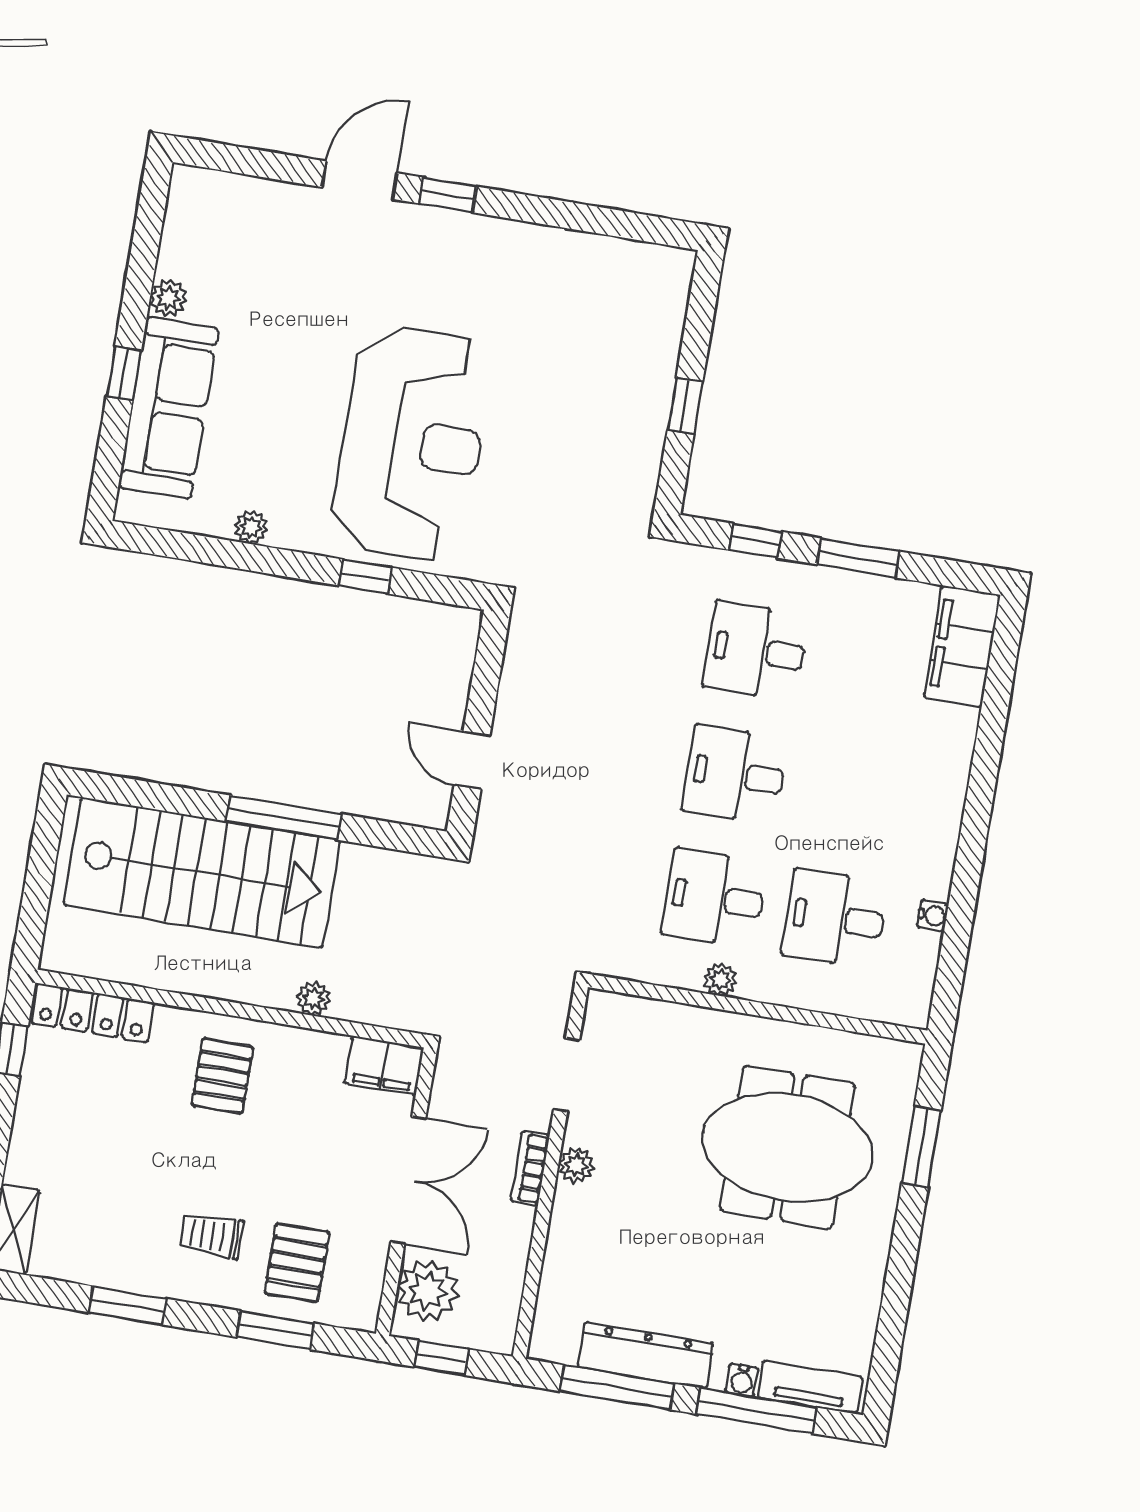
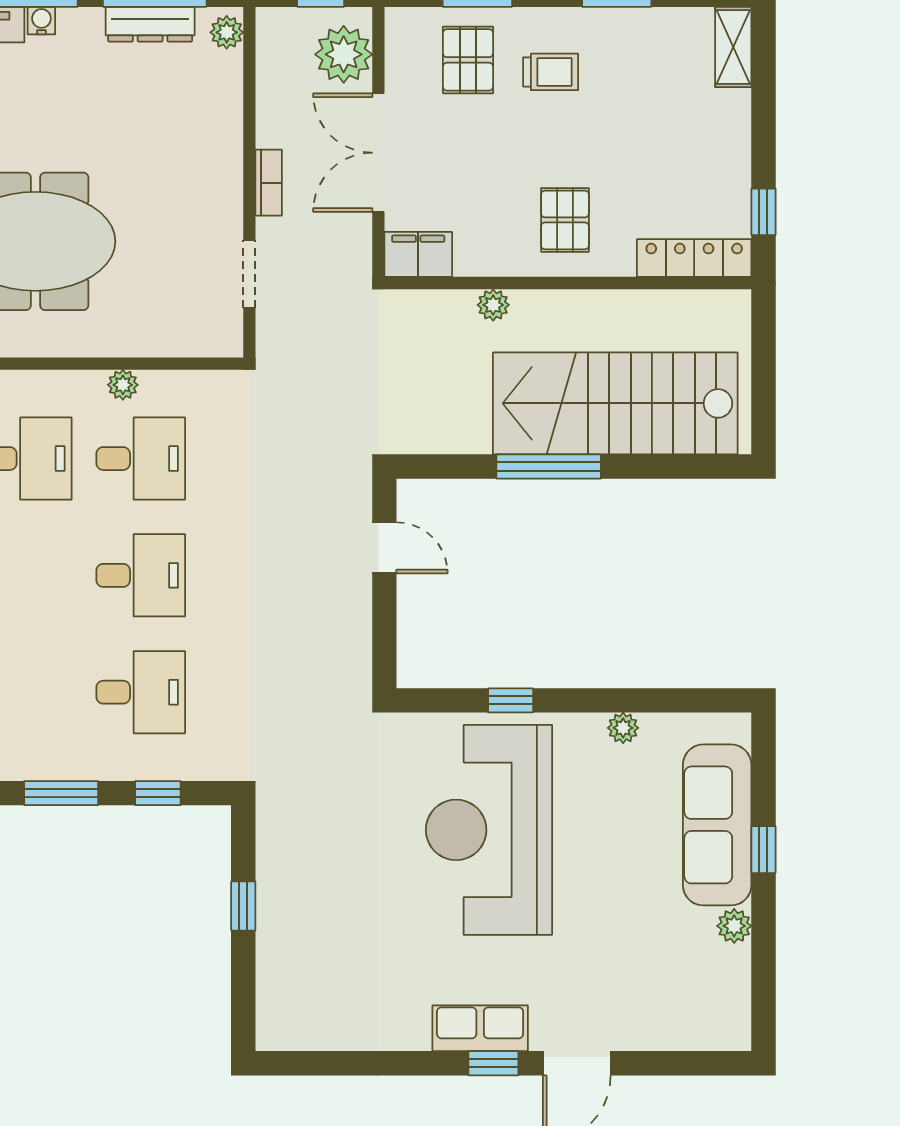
row of seats: (456, 234) -> (480, 1028), added
plant: (576, 1165) -> (227, 32), moved
dresser: (645, 1355) -> (150, 24), width x0.73, depth x0.80

